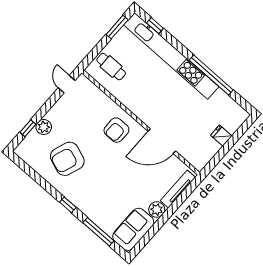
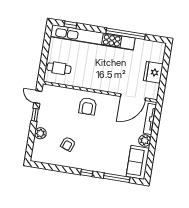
window: (117, 27) -> (47, 41), removed
window: (28, 128) -> (35, 115), moved
fridge: (221, 136) -> (153, 72), width x1.88, depth x1.34
door: (162, 141) -> (133, 97), moved
armchair: (67, 159) -> (68, 144), width x0.53, depth x0.53

